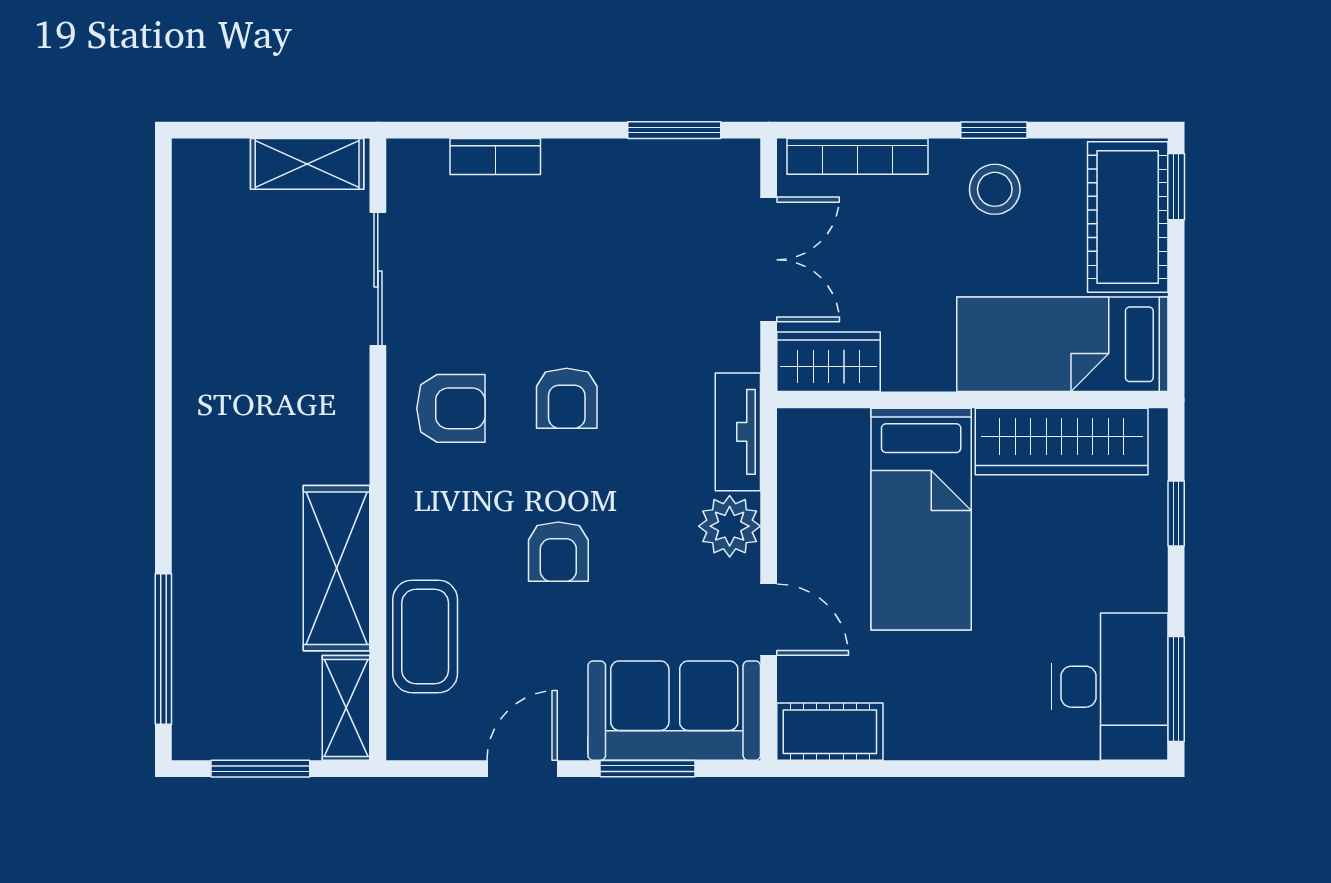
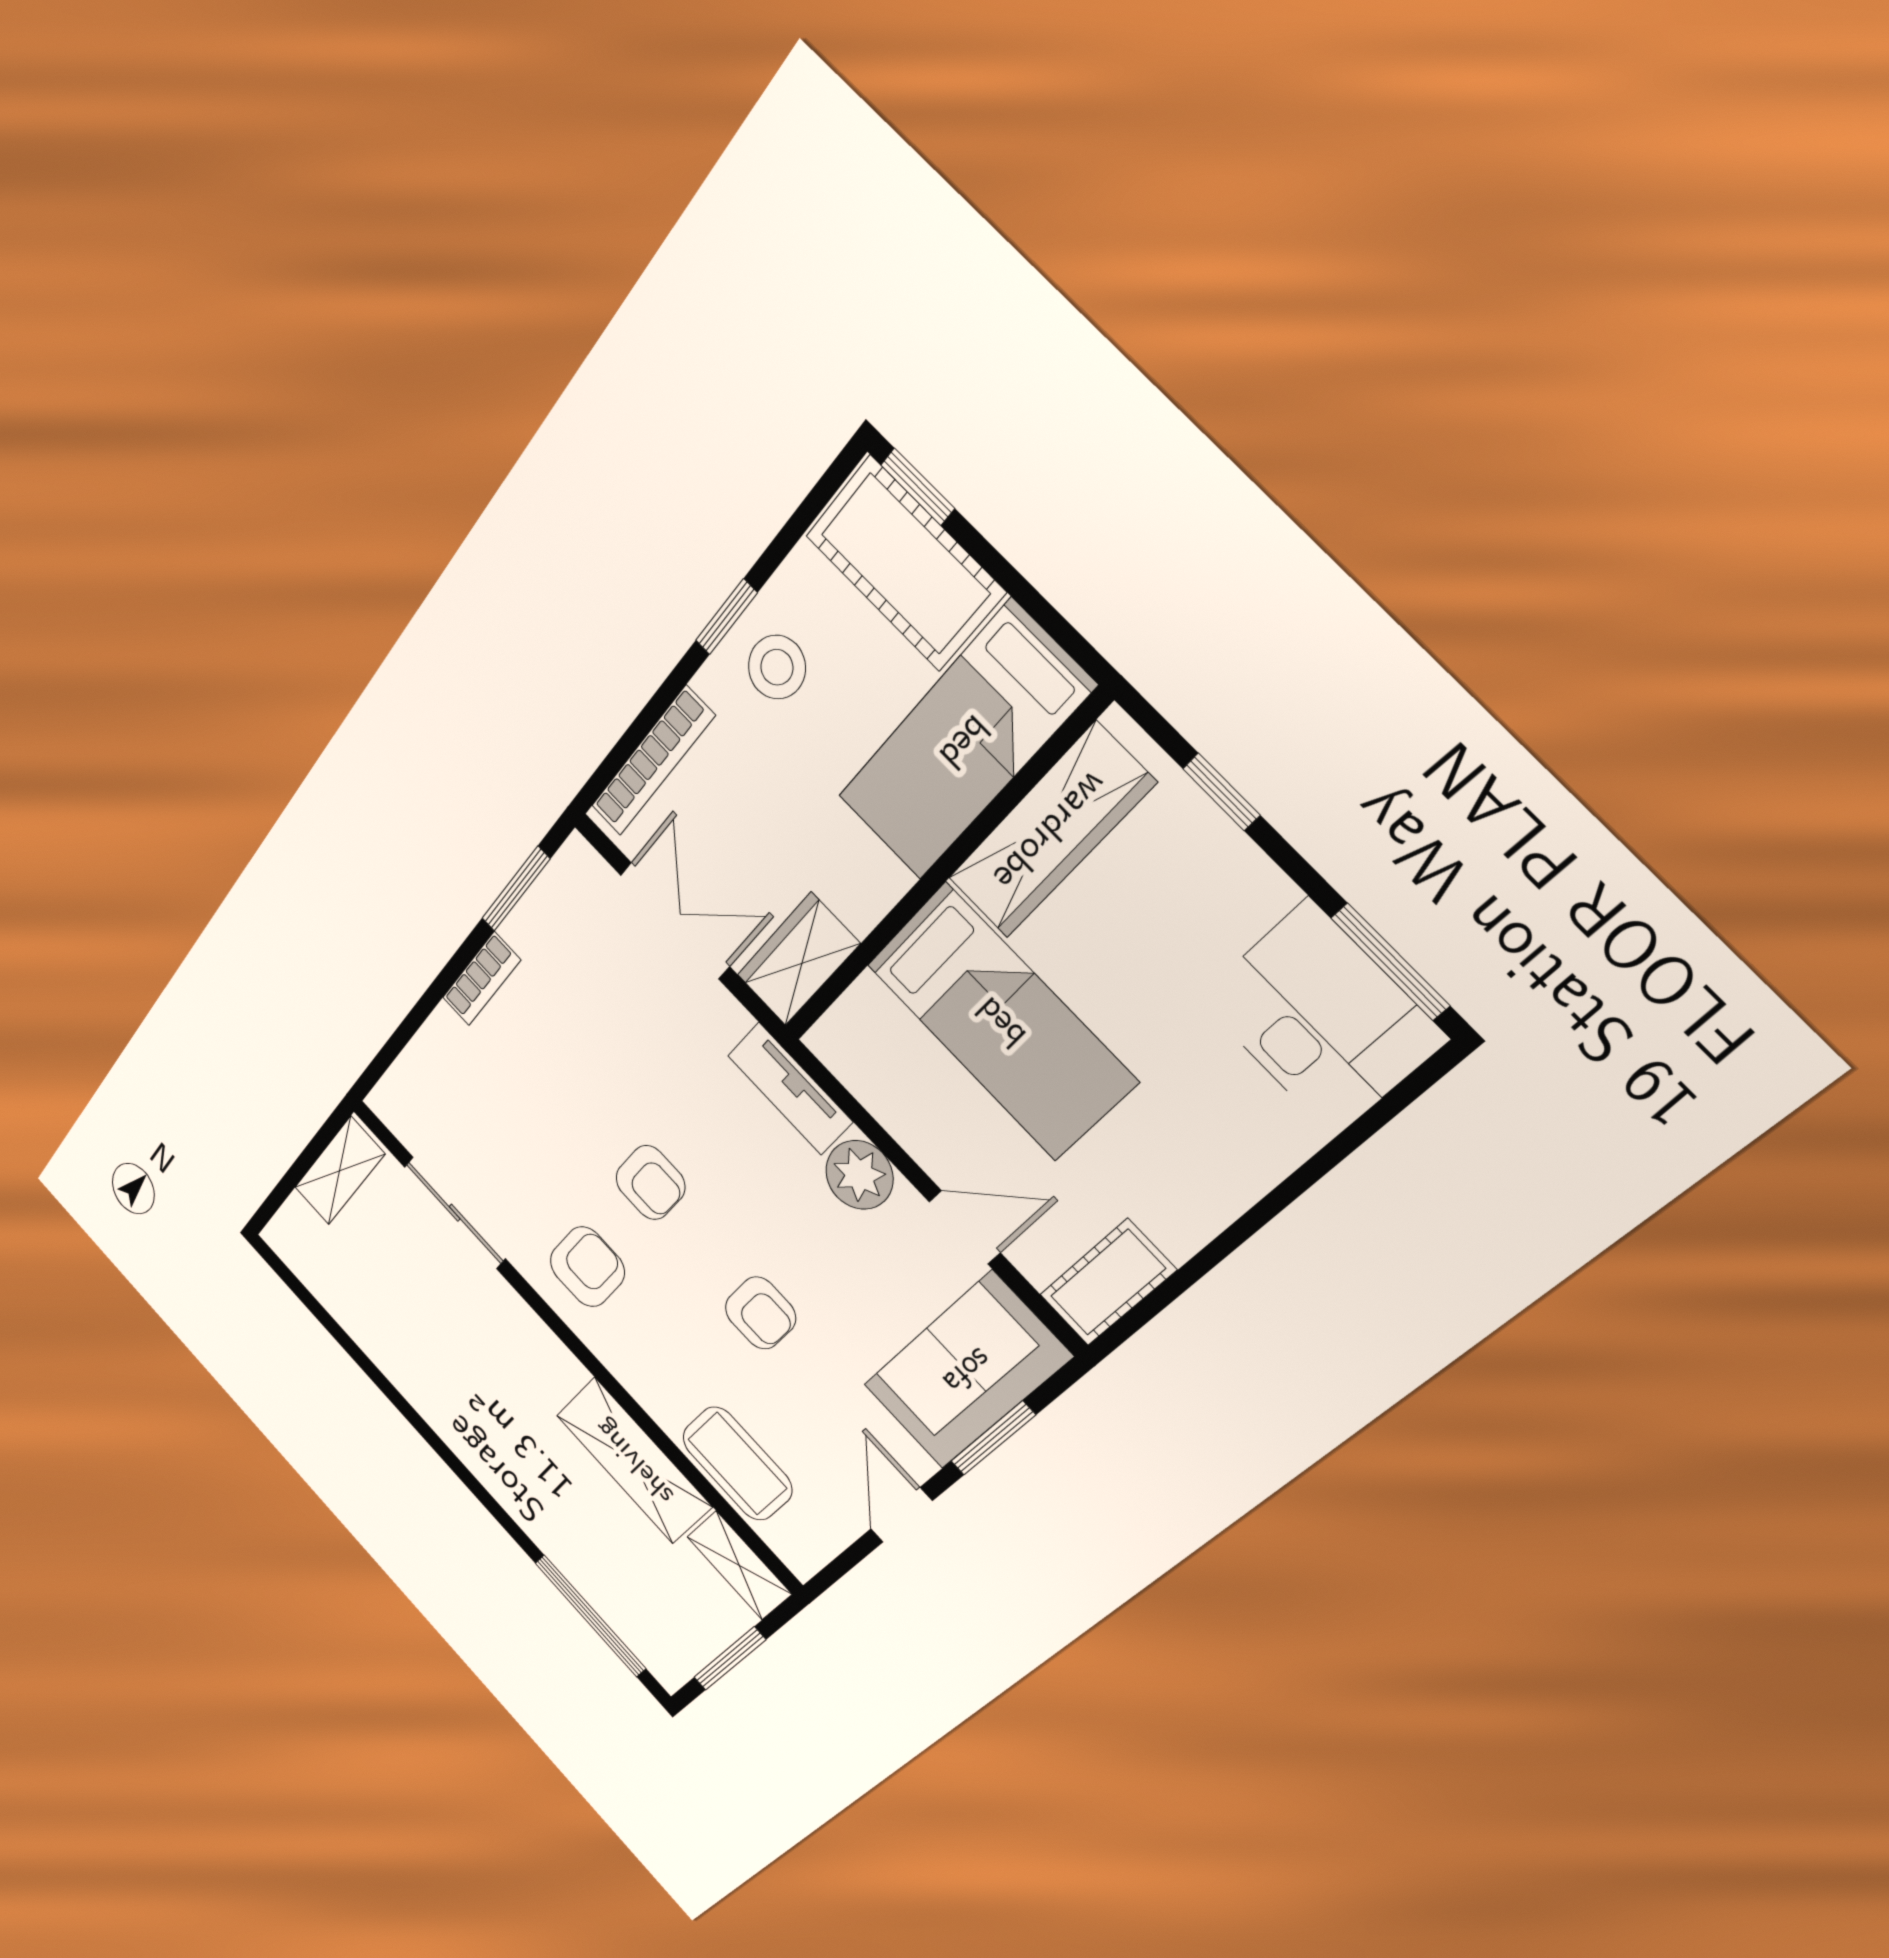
bookcase: (495, 157) -> (481, 979), moved

